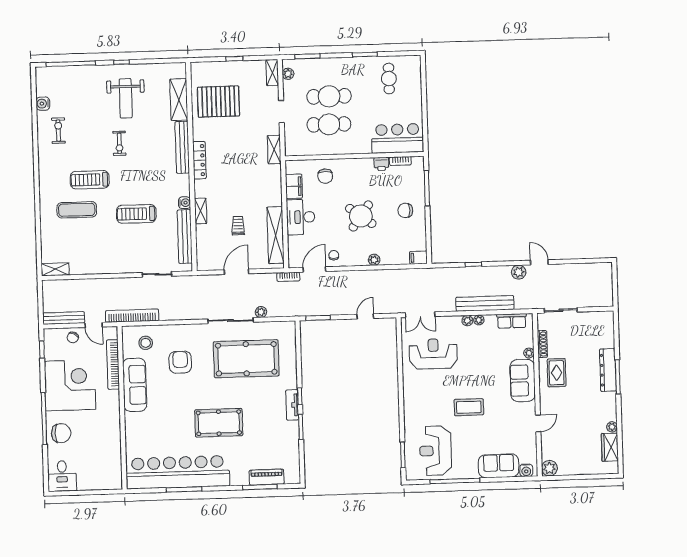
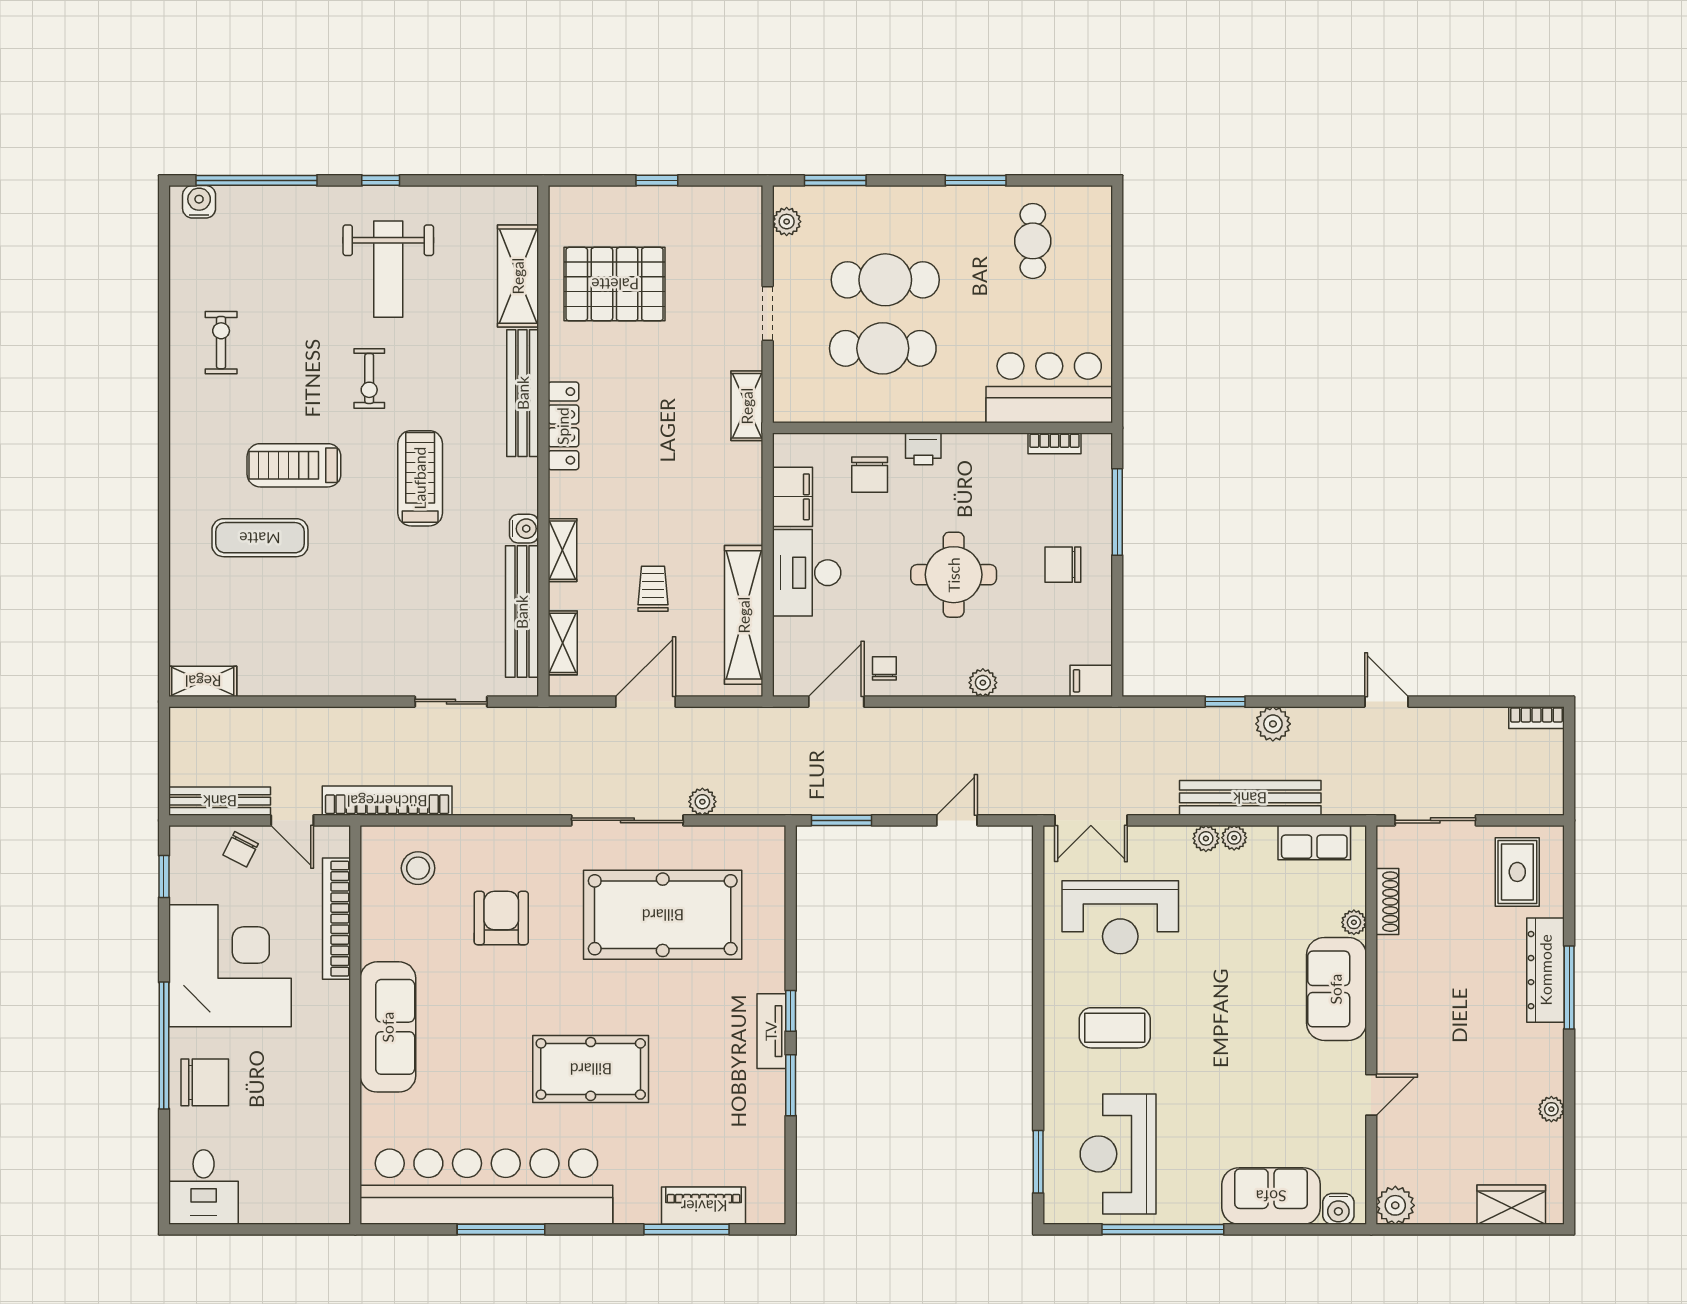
shelving: (272, 73) -> (563, 643), moved
water cooler: (43, 104) -> (199, 202), moved, turned 90
printer: (381, 164) -> (923, 449), moved
treadmill: (136, 214) -> (420, 478), moved, turned 90
round table: (361, 216) -> (954, 575), turned -36
plant: (519, 272) -> (1273, 724), moved
bookcase: (288, 277) -> (1537, 718), moved
reception desk: (433, 354) -> (1120, 917), turned 180
rug: (557, 373) -> (1517, 872), moved
sofa: (135, 385) -> (388, 1027), moved
coffee table: (469, 407) -> (1115, 1028), moved
wardrobe: (610, 447) -> (1511, 1205), moved, turned 90

